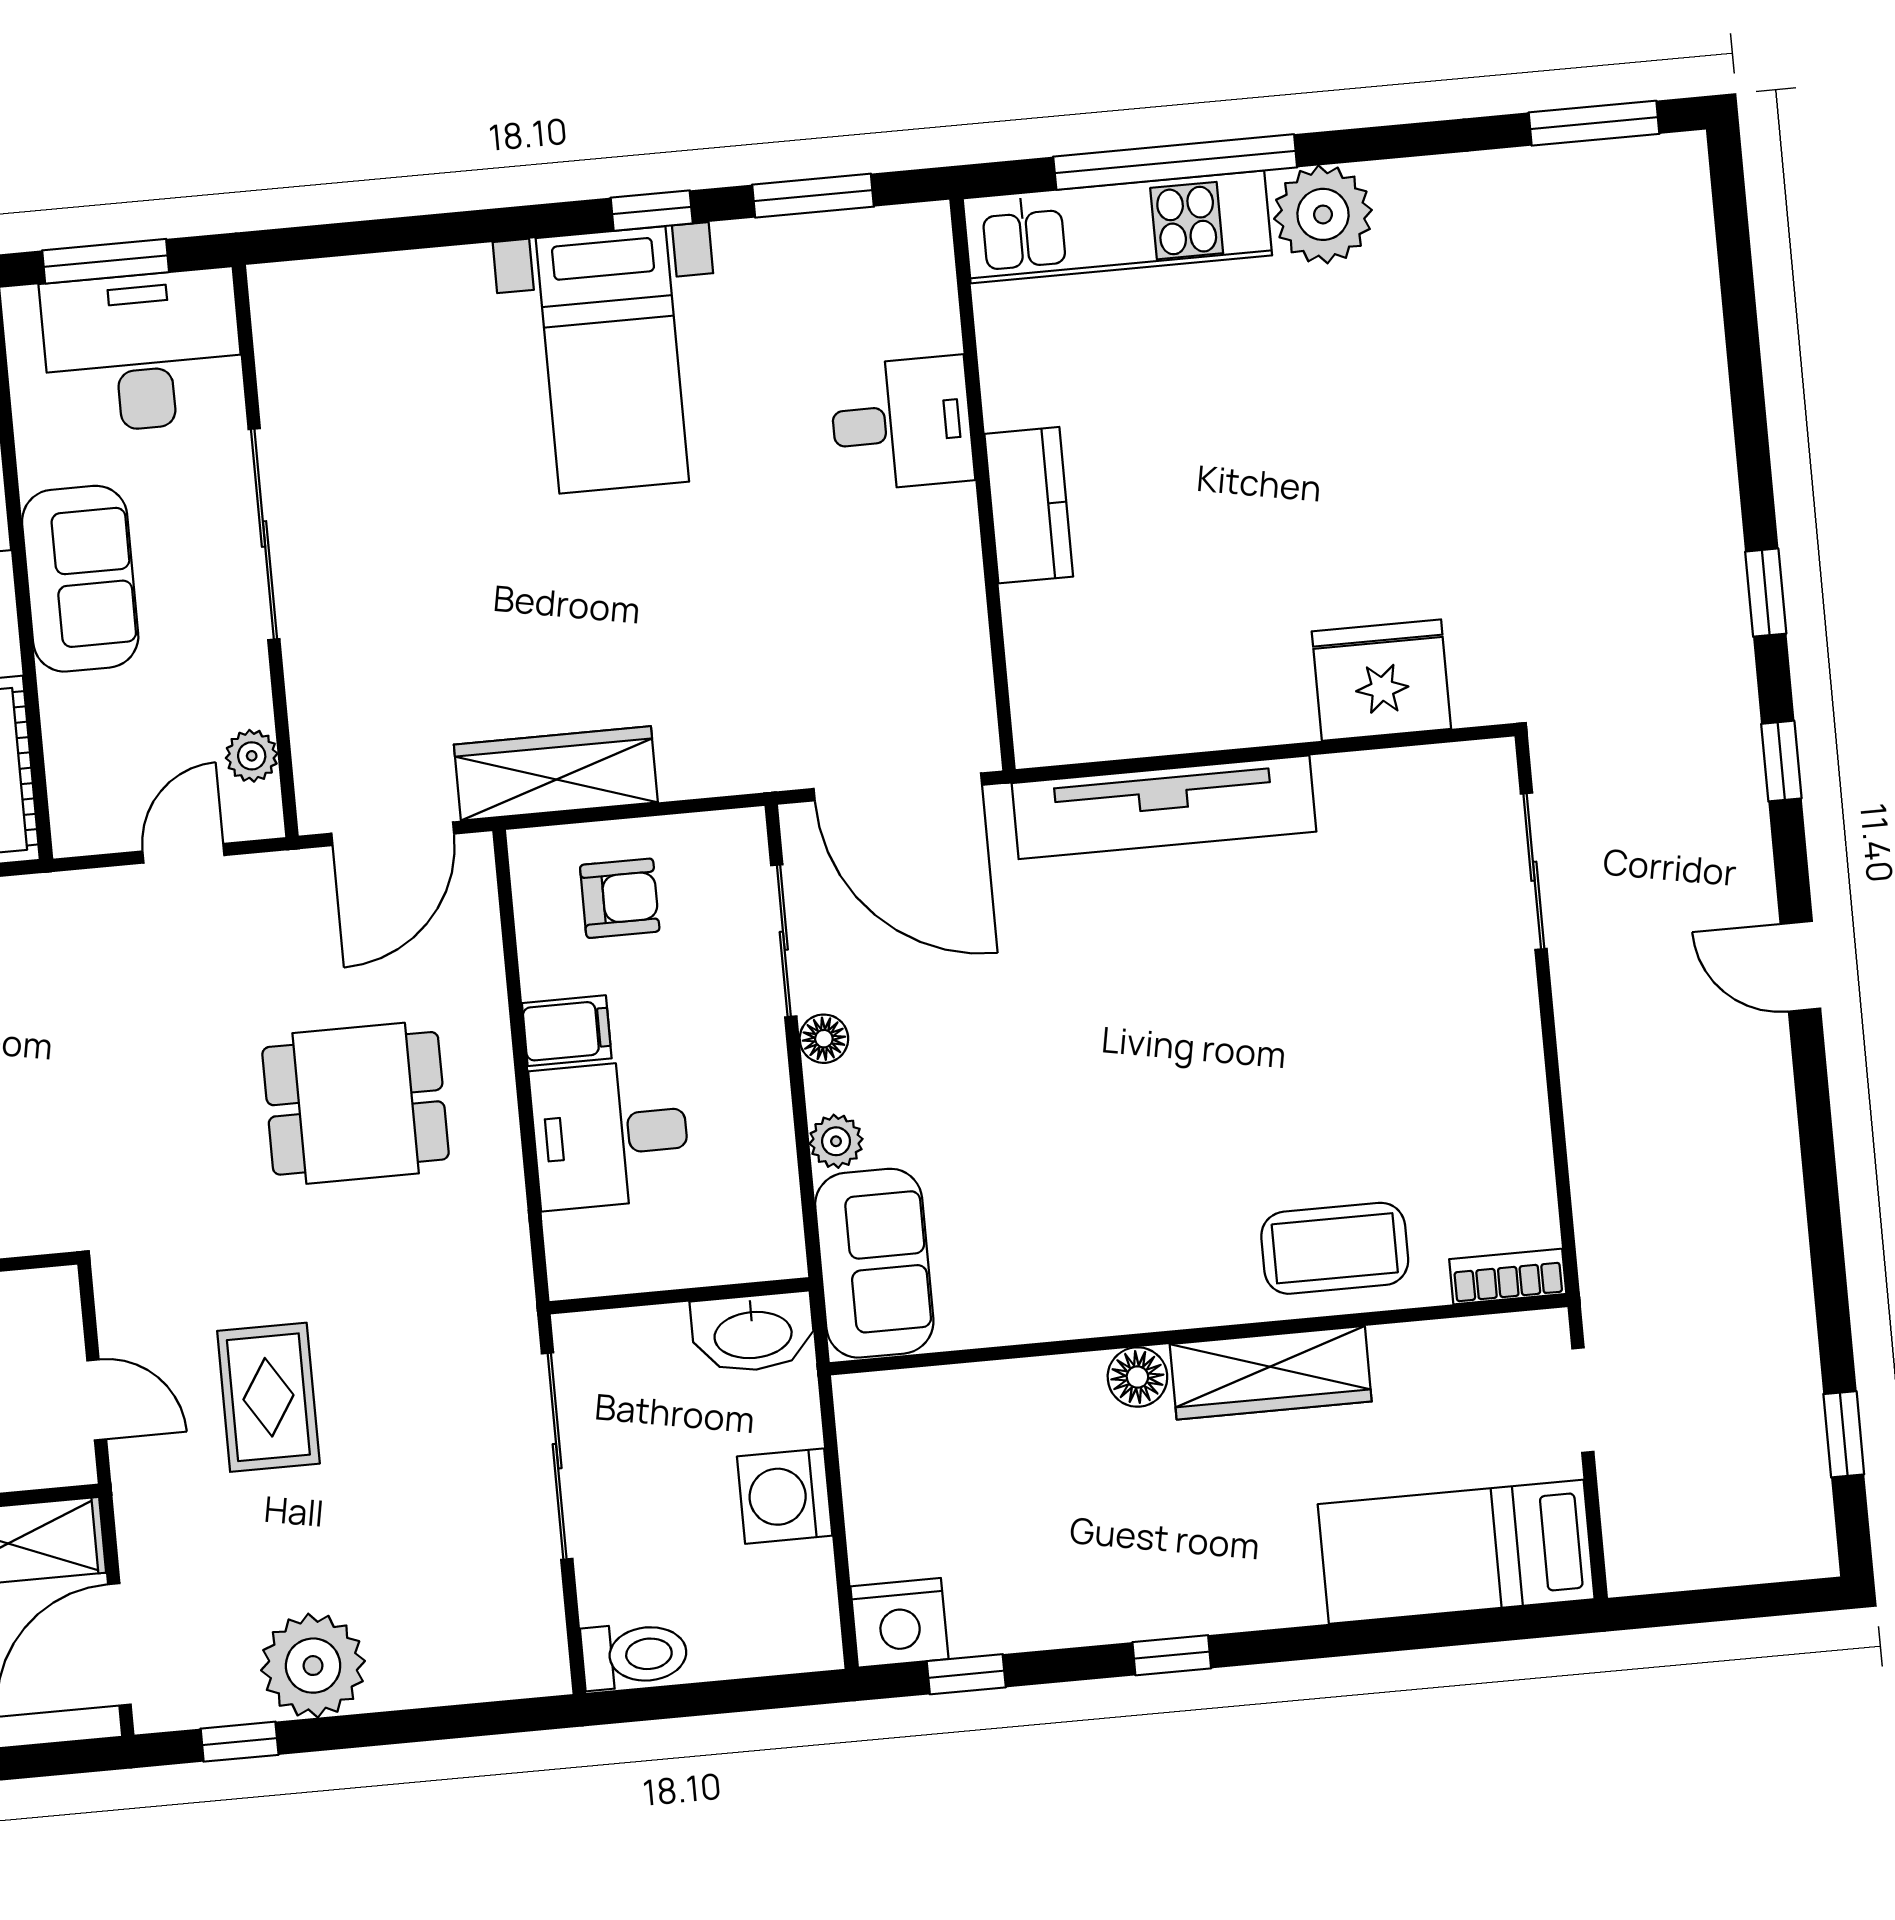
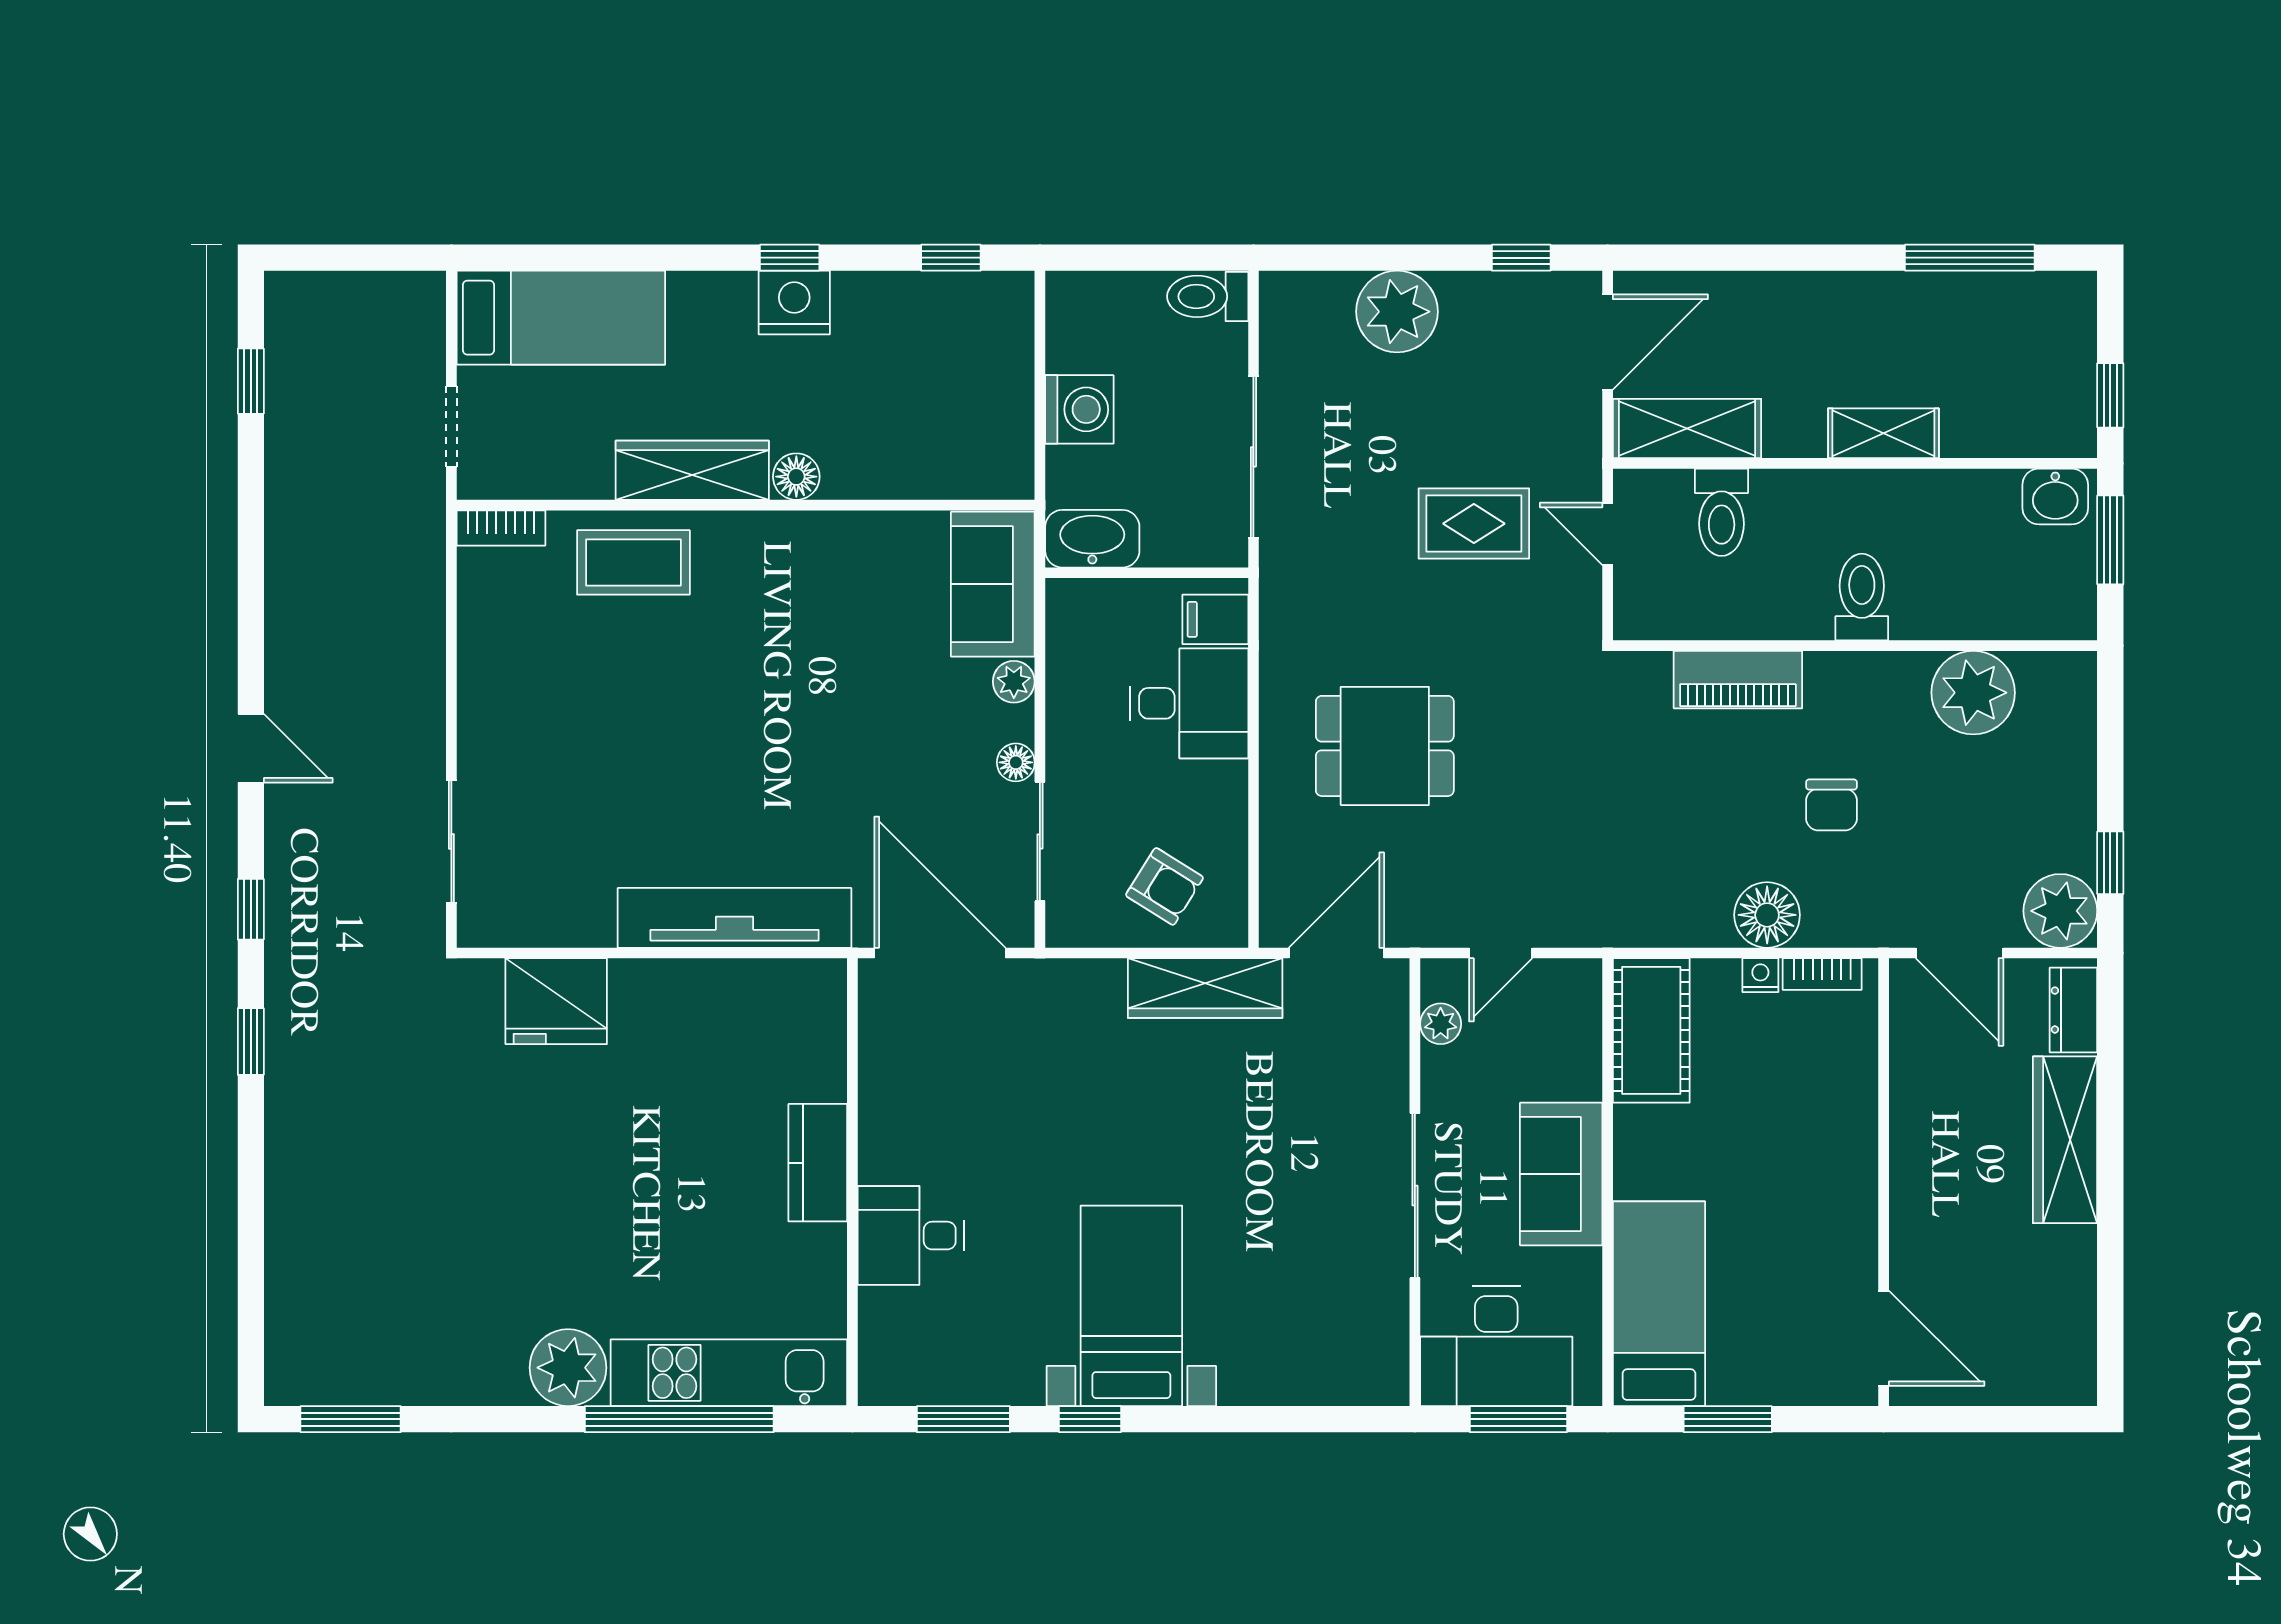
armchair: (620, 898) -> (1165, 886), turned -148
filing cabinet: (567, 1031) -> (1215, 619), moved
rug: (268, 1397) -> (1474, 524), turned 90
nightstand: (899, 1623) -> (794, 303), moved
plant: (313, 1666) -> (1397, 312), moved

